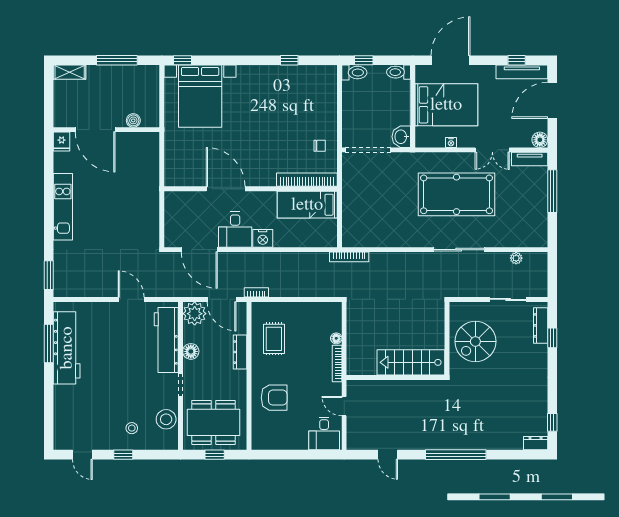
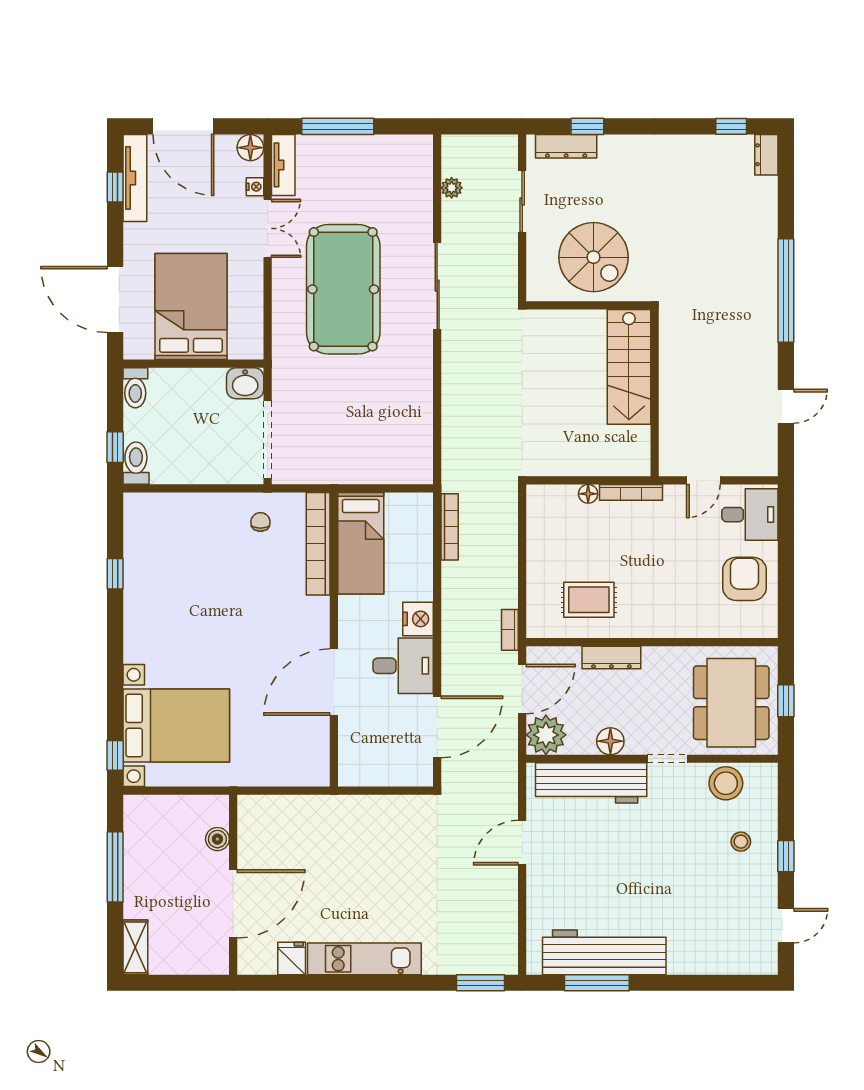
fridge: (62, 142) -> (292, 958), moved, turned -90
nightstand: (451, 142) -> (255, 187), moved
bookcase: (349, 257) -> (450, 527), moved
armchair: (274, 398) -> (745, 579), moved

